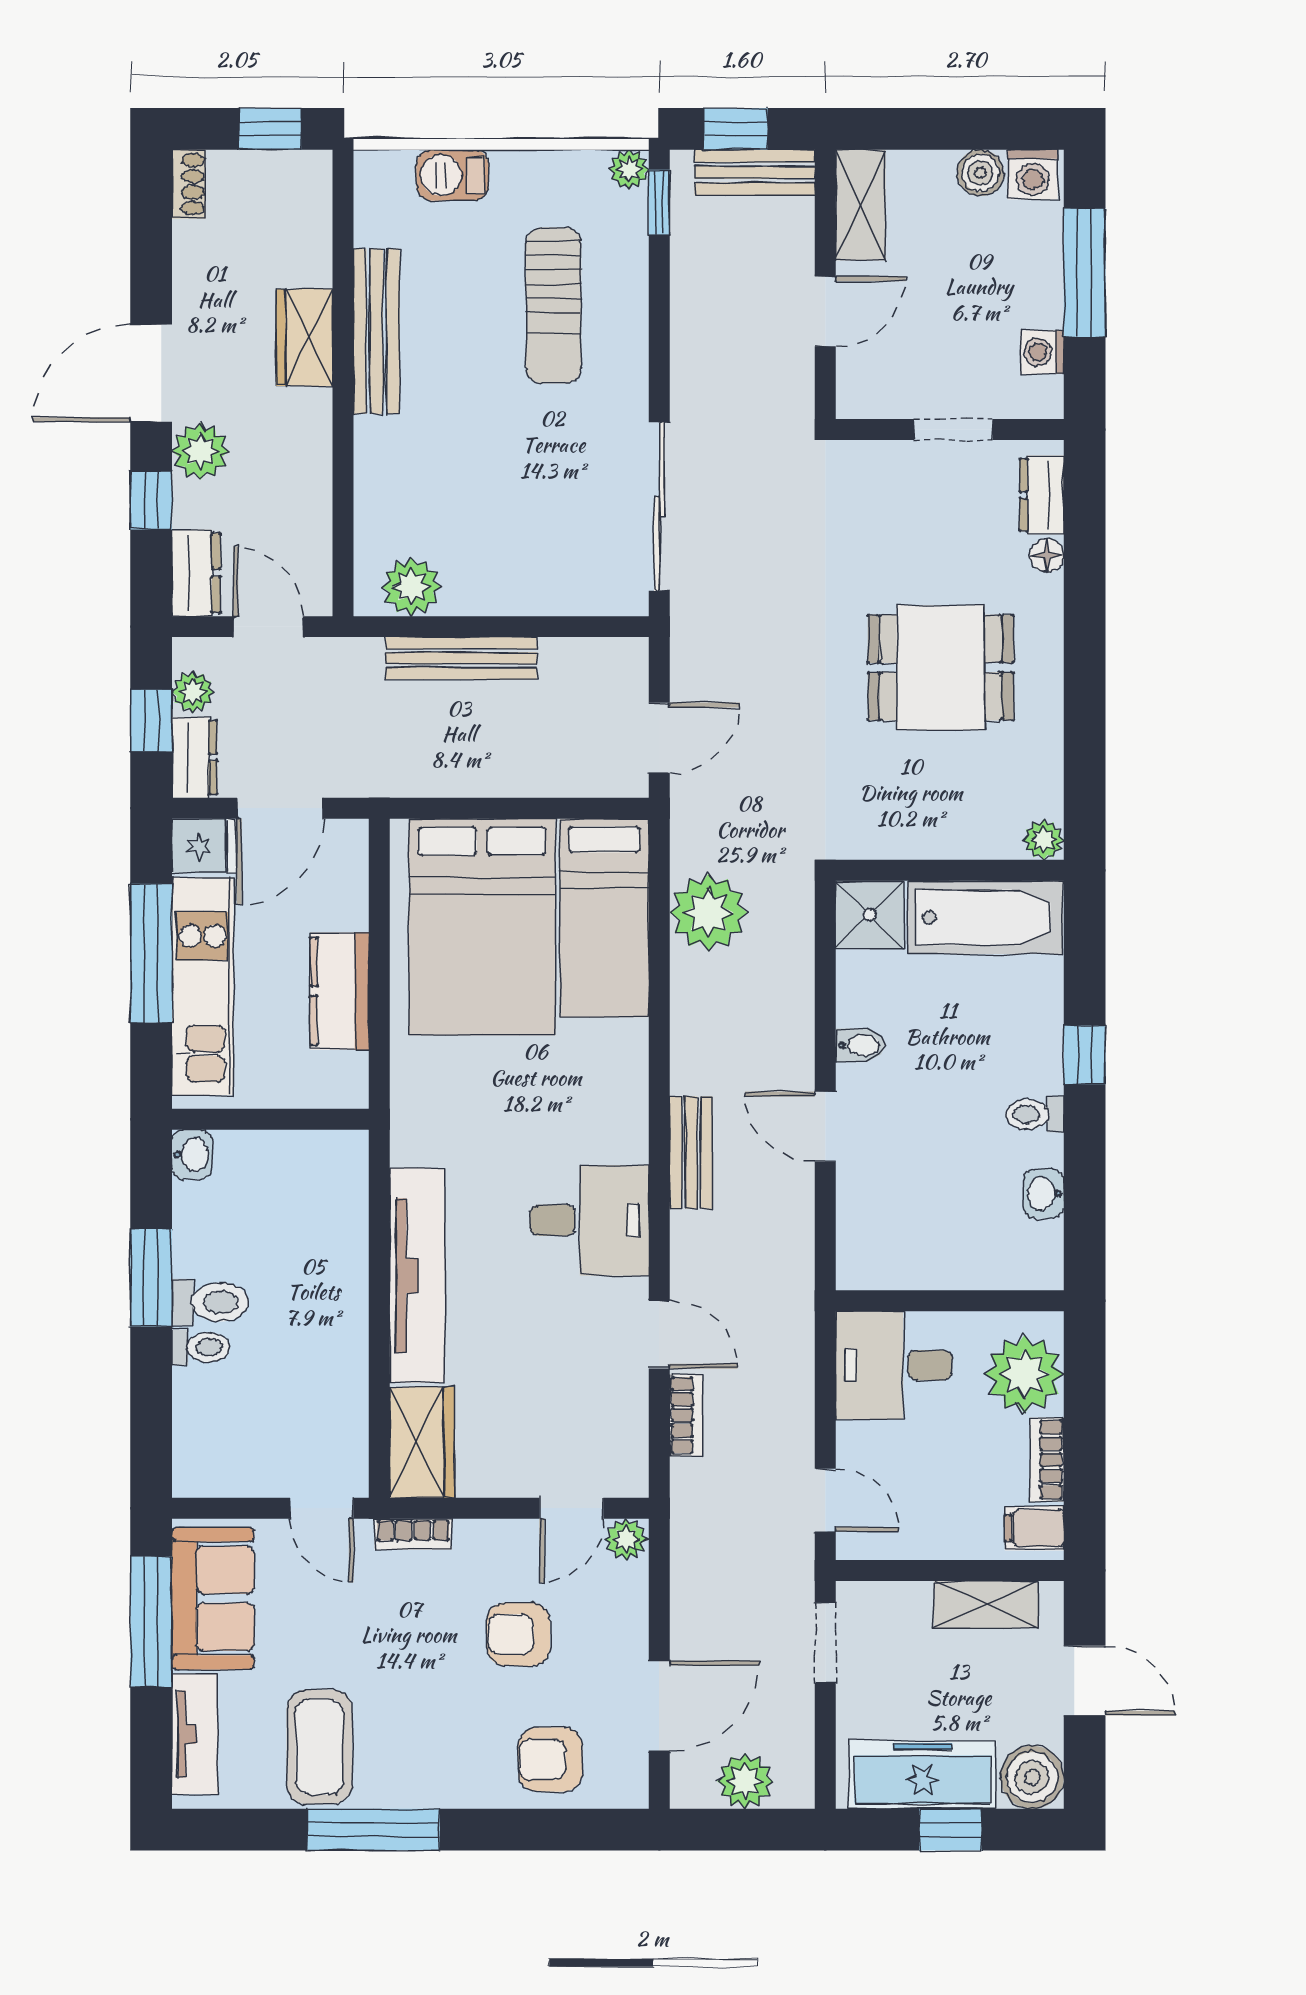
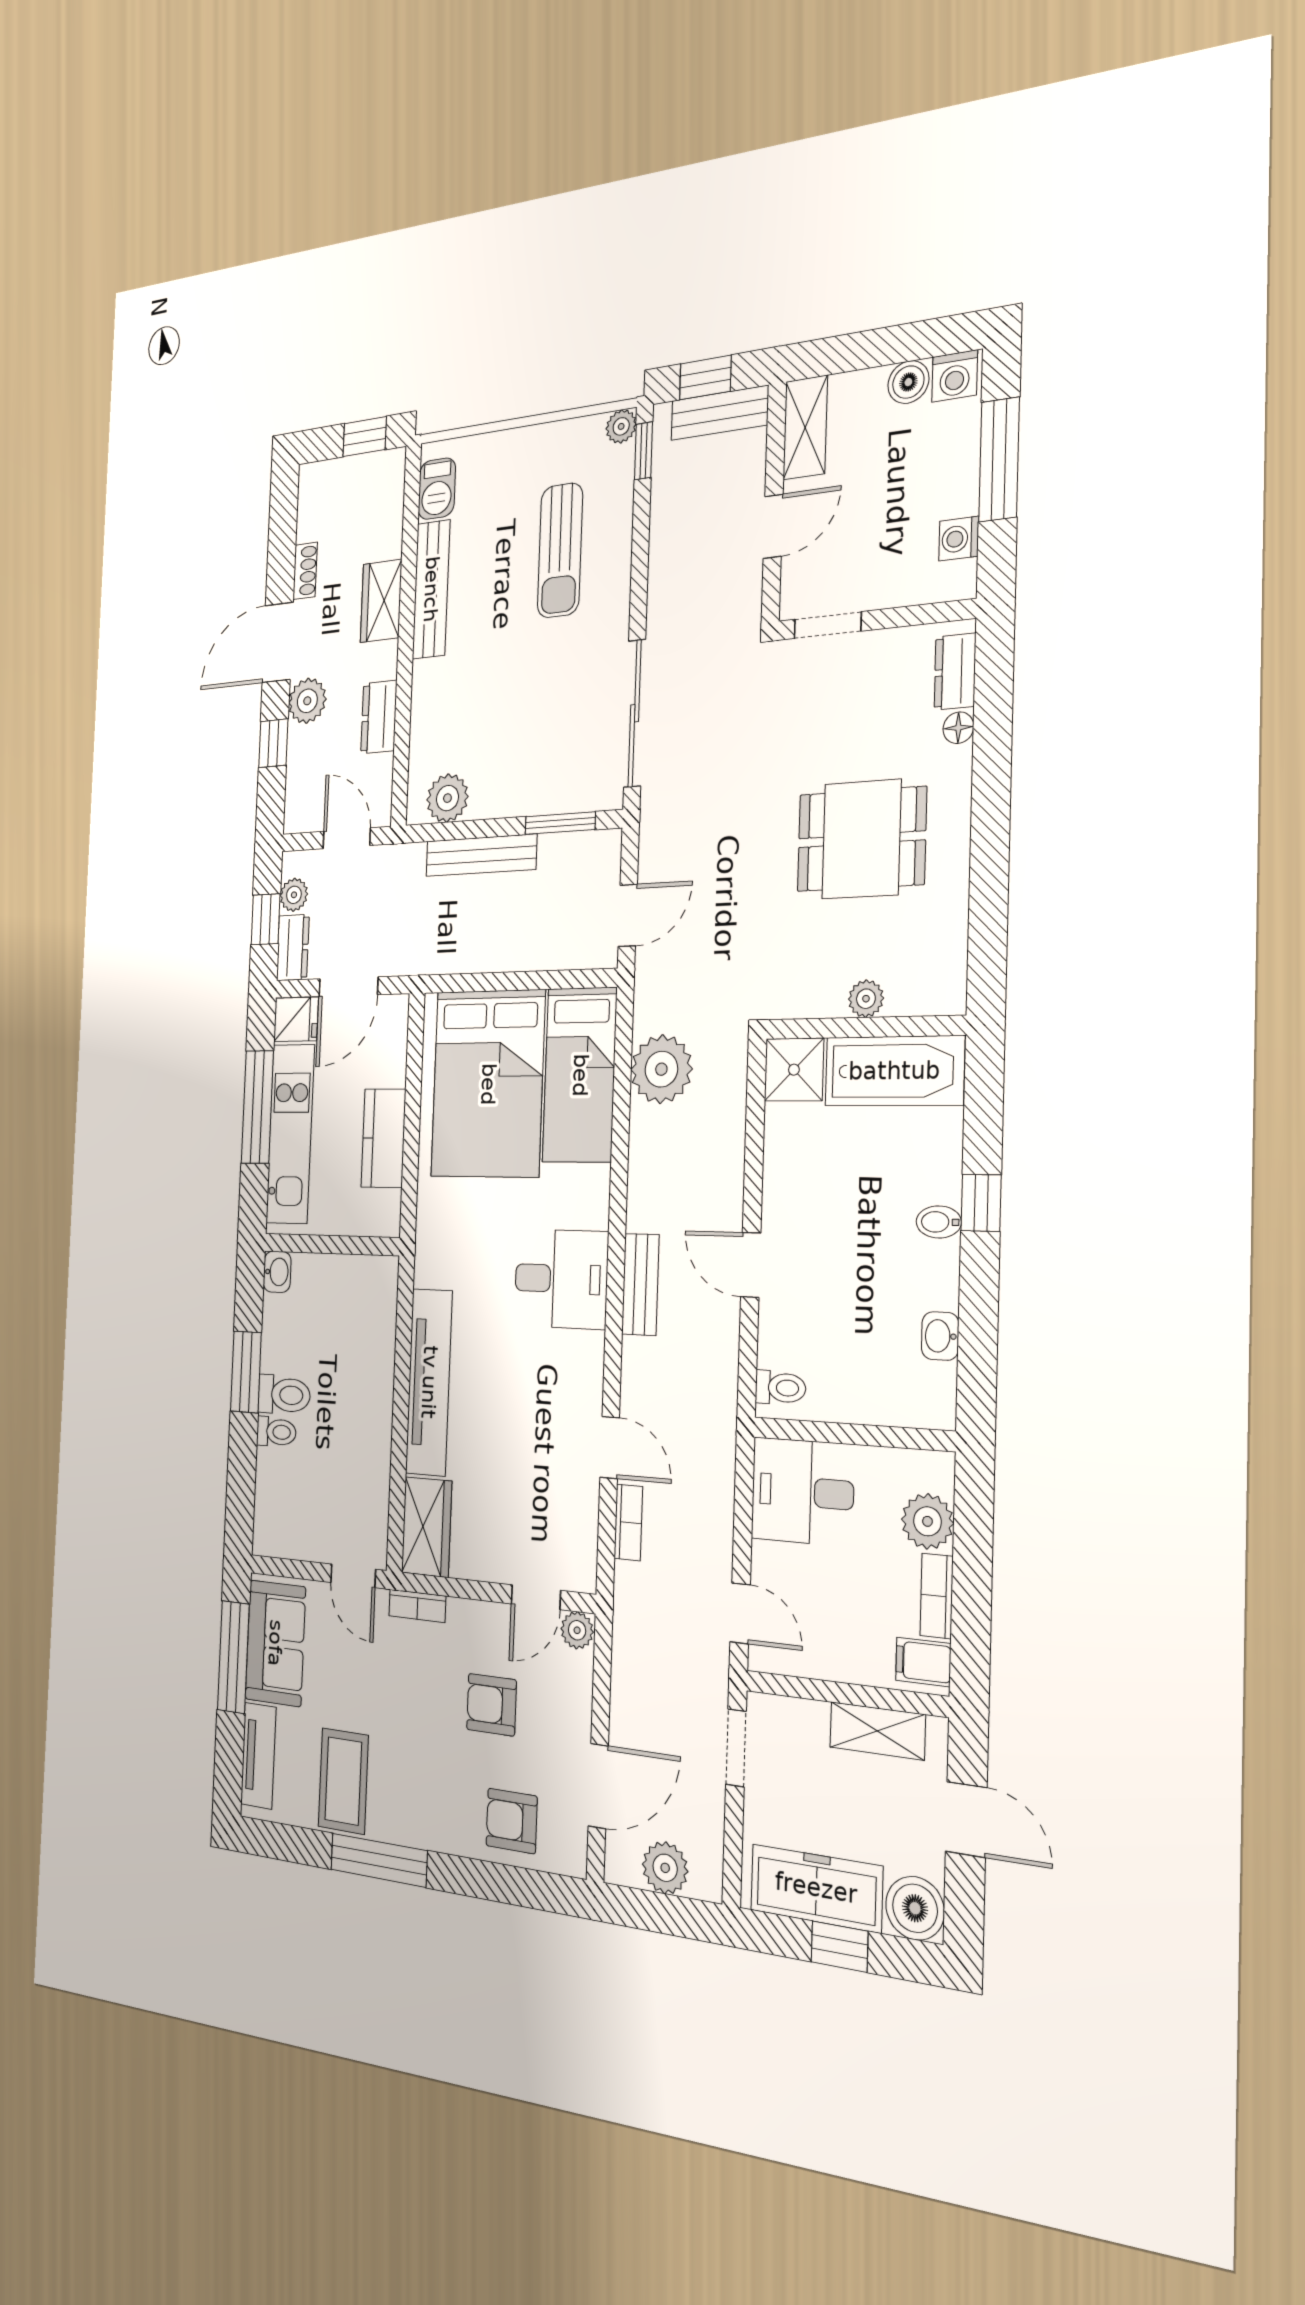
barbecue: (453, 175) -> (437, 489), moved, turned -90
shoe rack: (189, 184) -> (305, 571), moved
doorway: (953, 430) -> (828, 625), moved
dresser: (196, 573) -> (379, 717), moved, turned 180
window: (567, 627) -> (560, 823), added
plant: (1044, 840) -> (866, 999), moved
bidet: (860, 1045) -> (939, 1222), moved, turned 180
toilet: (1035, 1114) -> (780, 1388), moved, turned 180
desk: (589, 1220) -> (561, 1279), moved
plant: (1025, 1374) -> (927, 1521), width x0.73, depth x0.73

